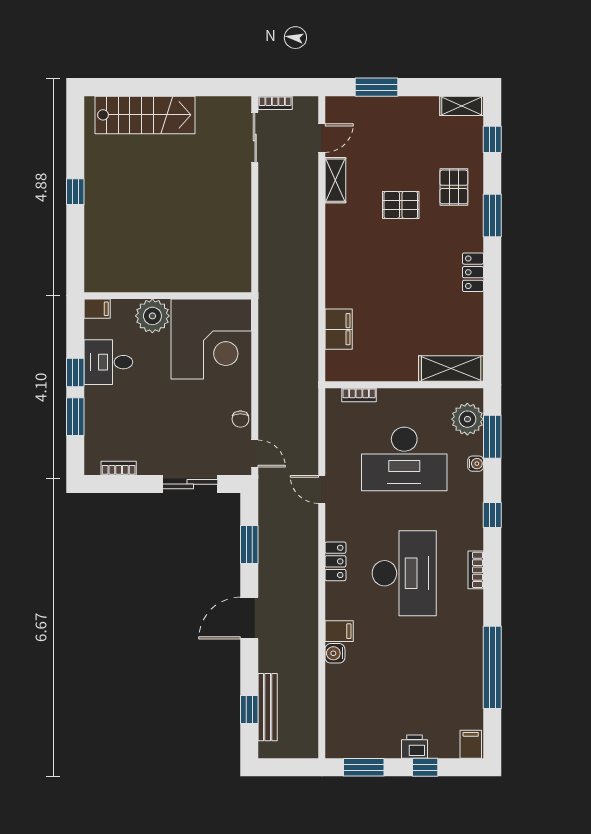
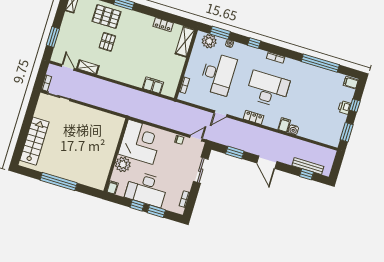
pallet: (454, 187) -> (106, 16), width x1.50, depth x1.42
window: (75, 192) -> (59, 182), width x3.17
locker: (473, 272) -> (163, 25), moved
desk: (108, 362) -> (146, 189), width x1.87, depth x1.30

